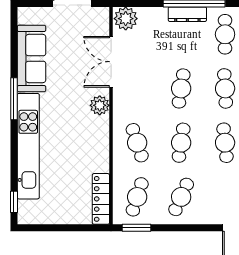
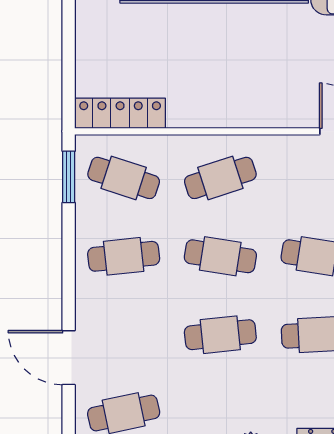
plant: (100, 105) -> (287, 111), removed
cafe table: (181, 197) -> (124, 256), turned -30

